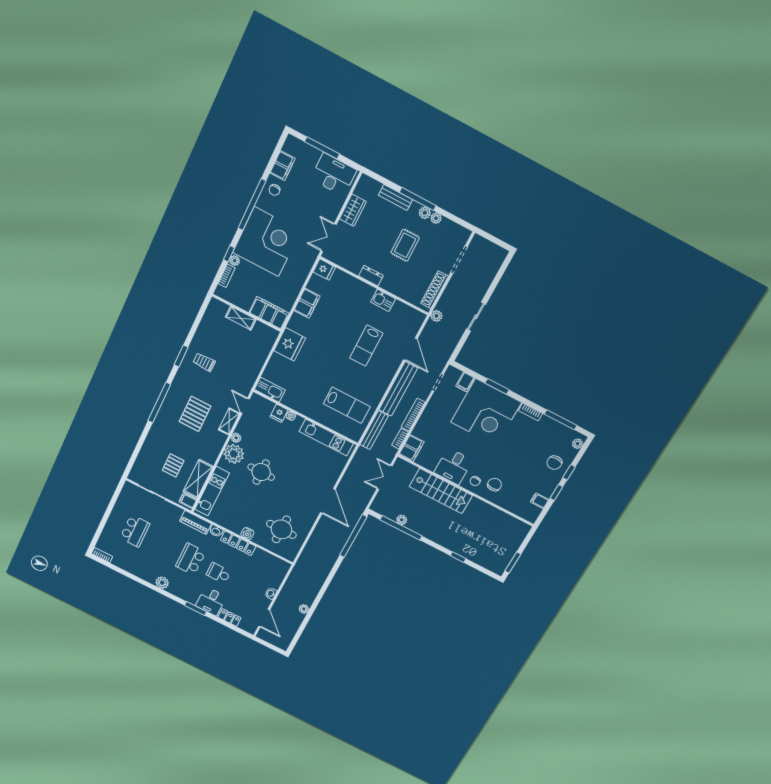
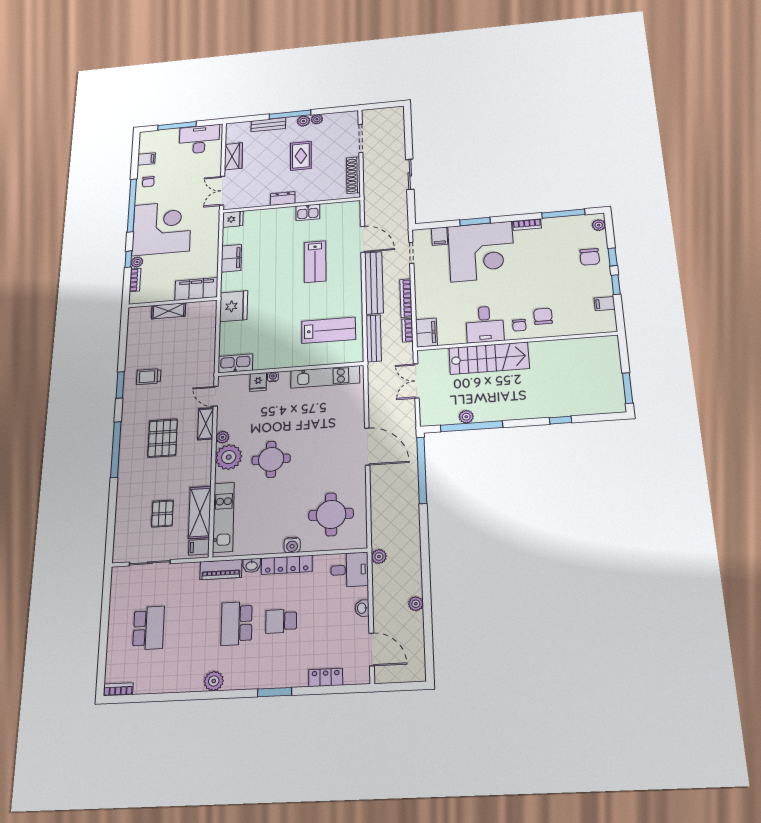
filing cabinet: (283, 166) -> (146, 159), width x0.50
plant: (436, 316) -> (379, 557), moved
desk: (211, 601) -> (350, 570), moved, turned -90

